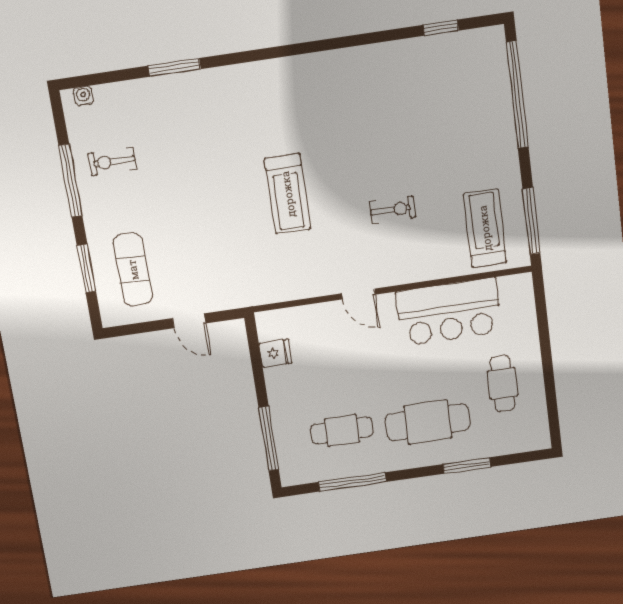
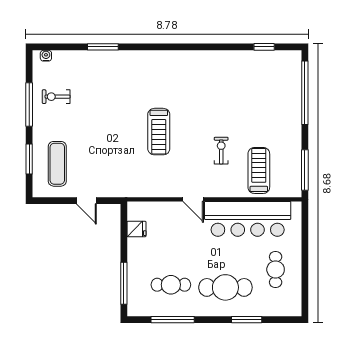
exercise bike: (393, 210) -> (221, 151), turned -90
treadmill: (485, 228) -> (259, 170), moved
bar counter: (449, 312) -> (248, 219), width x1.36

